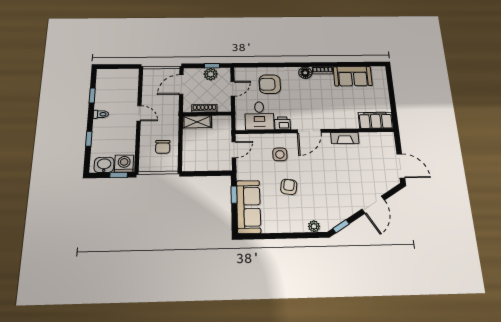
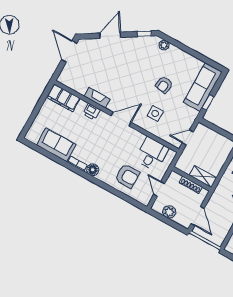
window: (212, 66) -> (164, 219), removed
door: (181, 84) -> (198, 216), hinge flipped
door: (233, 89) -> (159, 189), hinge flipped
printer: (283, 123) -> (91, 112), moved

